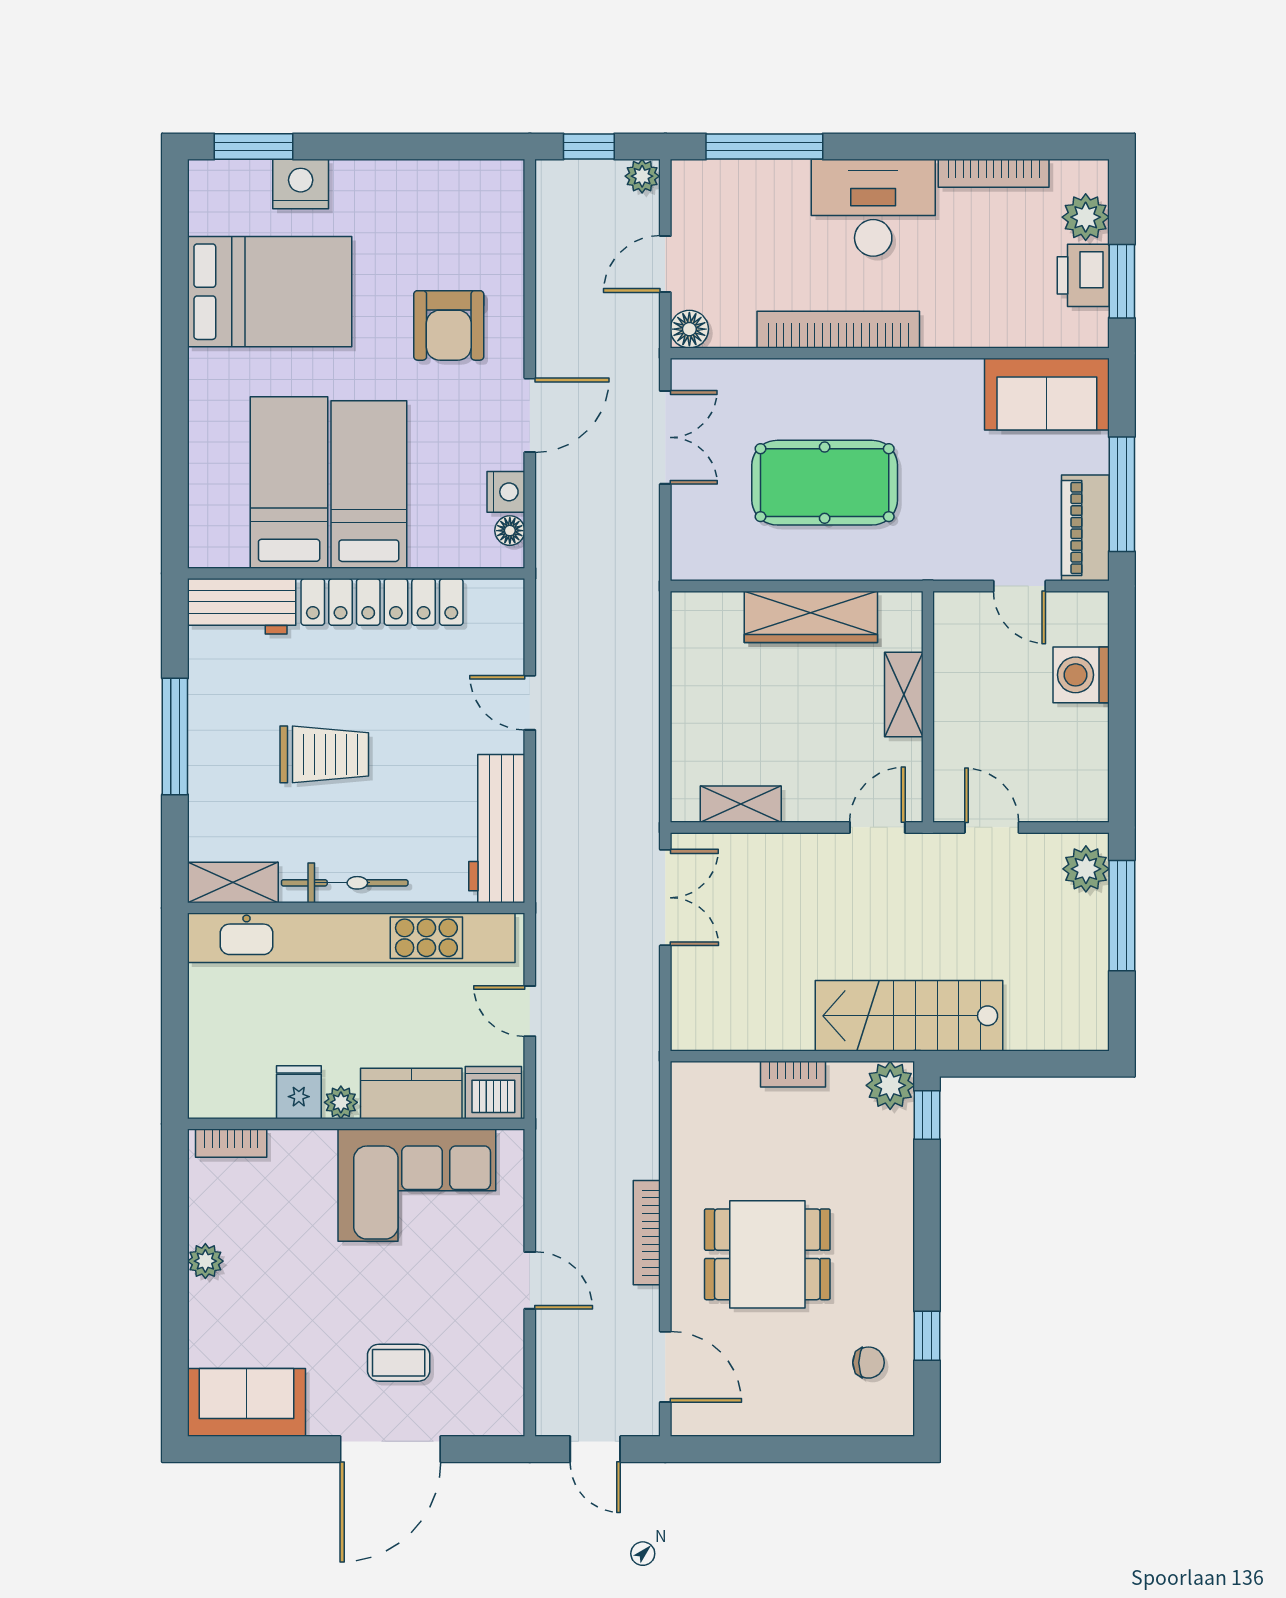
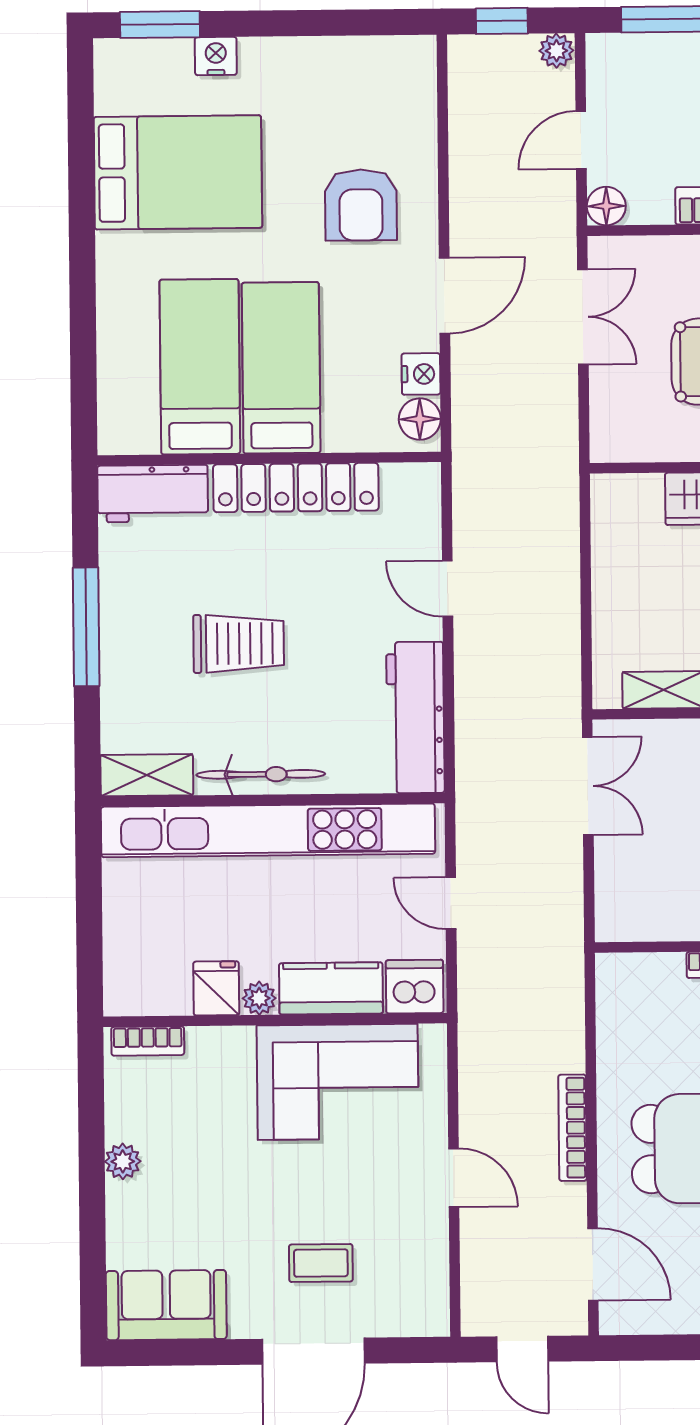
nightstand: (301, 184) -> (216, 56), width x0.74, depth x0.75
floor lamp: (510, 531) -> (420, 419), width x1.37, depth x1.37

